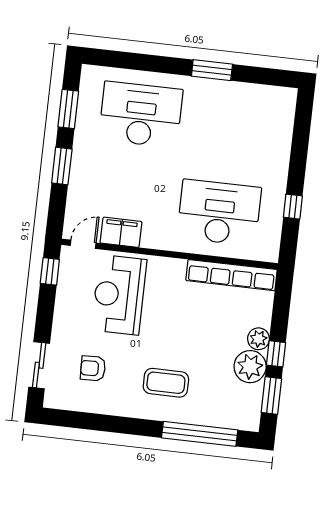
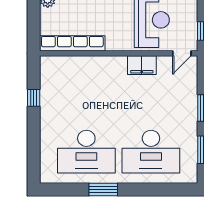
desk: (219, 213) -> (86, 152), moved
filing cabinet: (121, 232) -> (142, 65), moved

